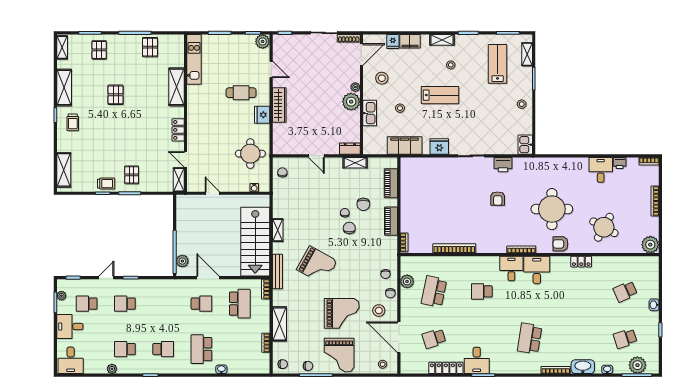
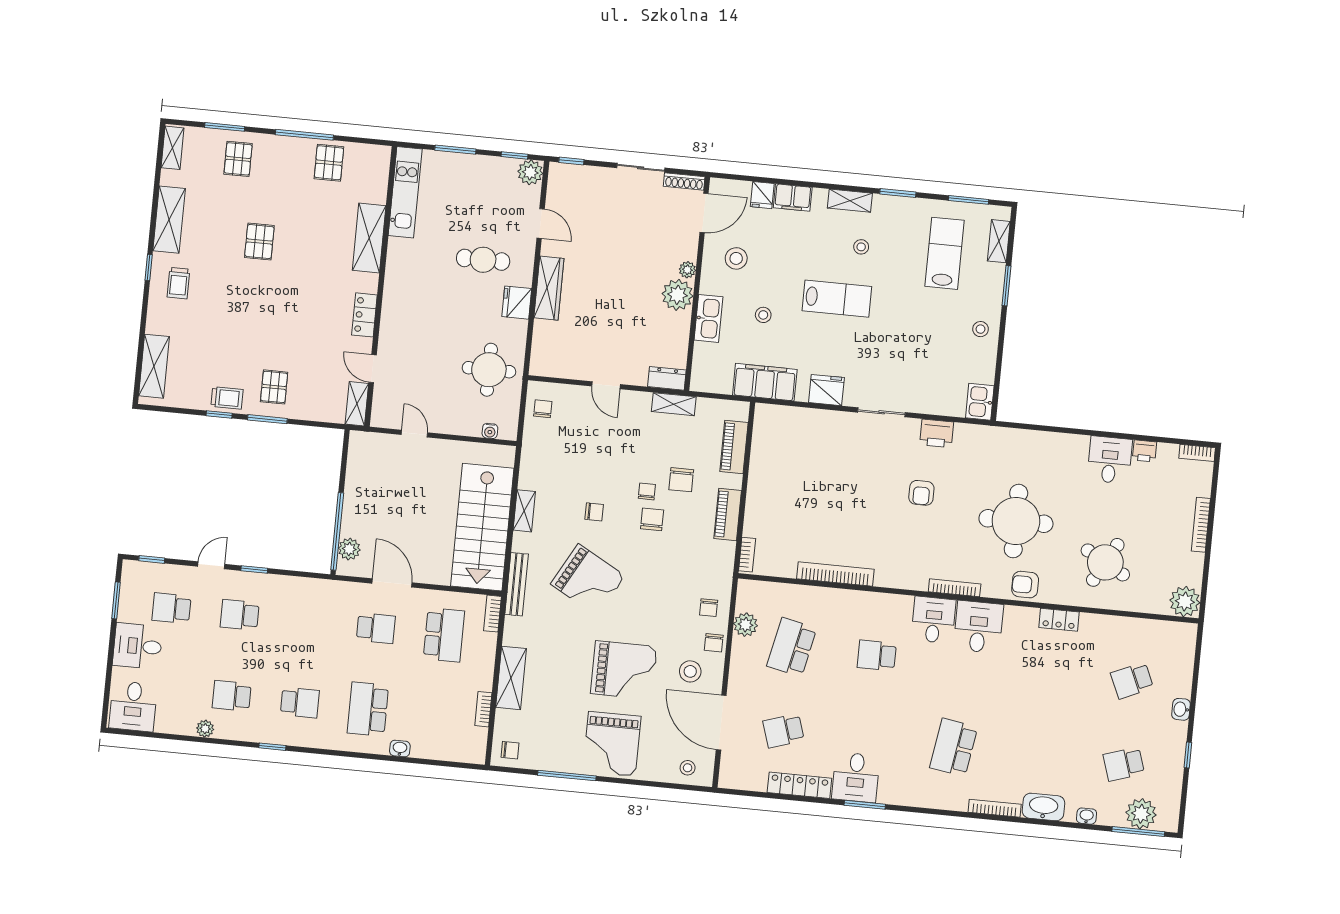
plant: (61, 296) -> (128, 590), removed
chair: (308, 366) -> (594, 512), moved

